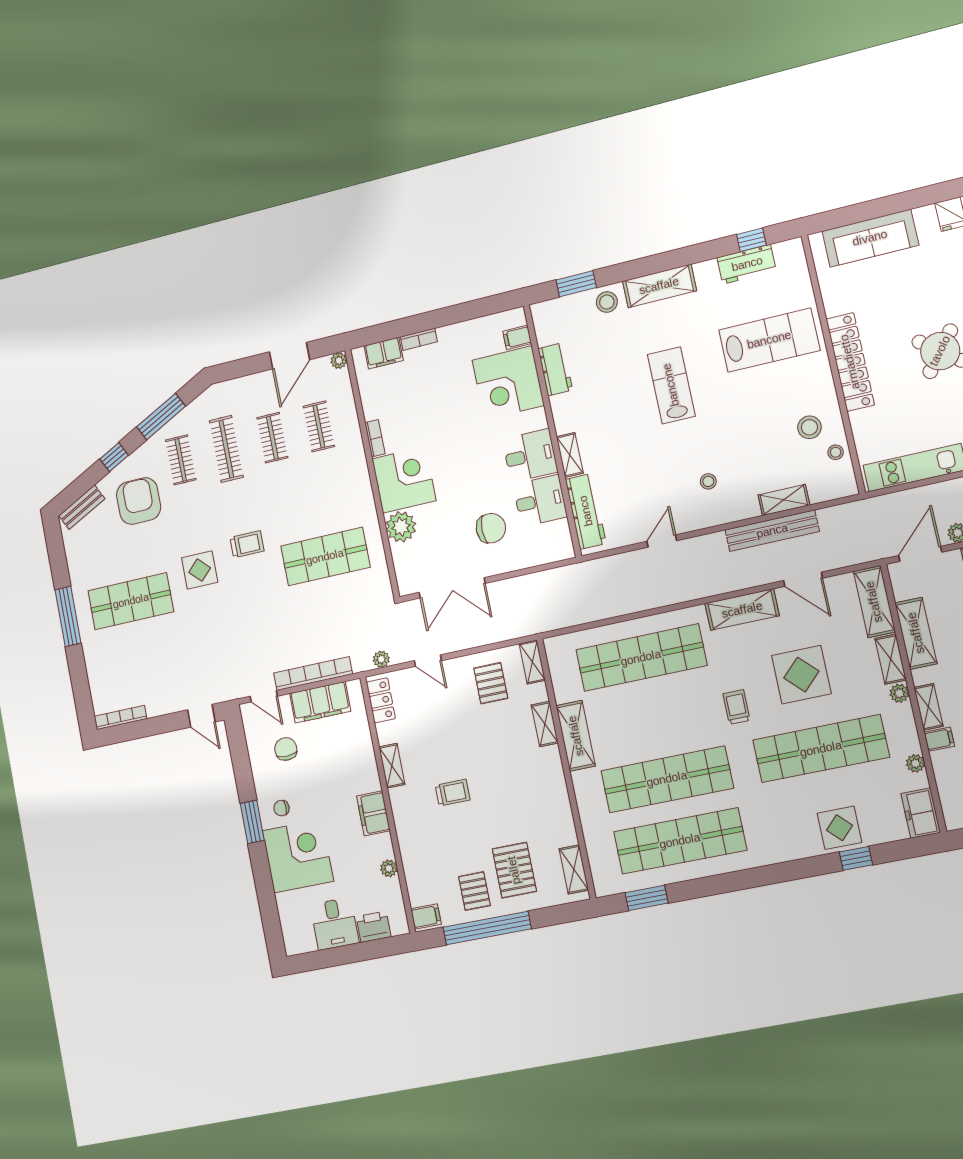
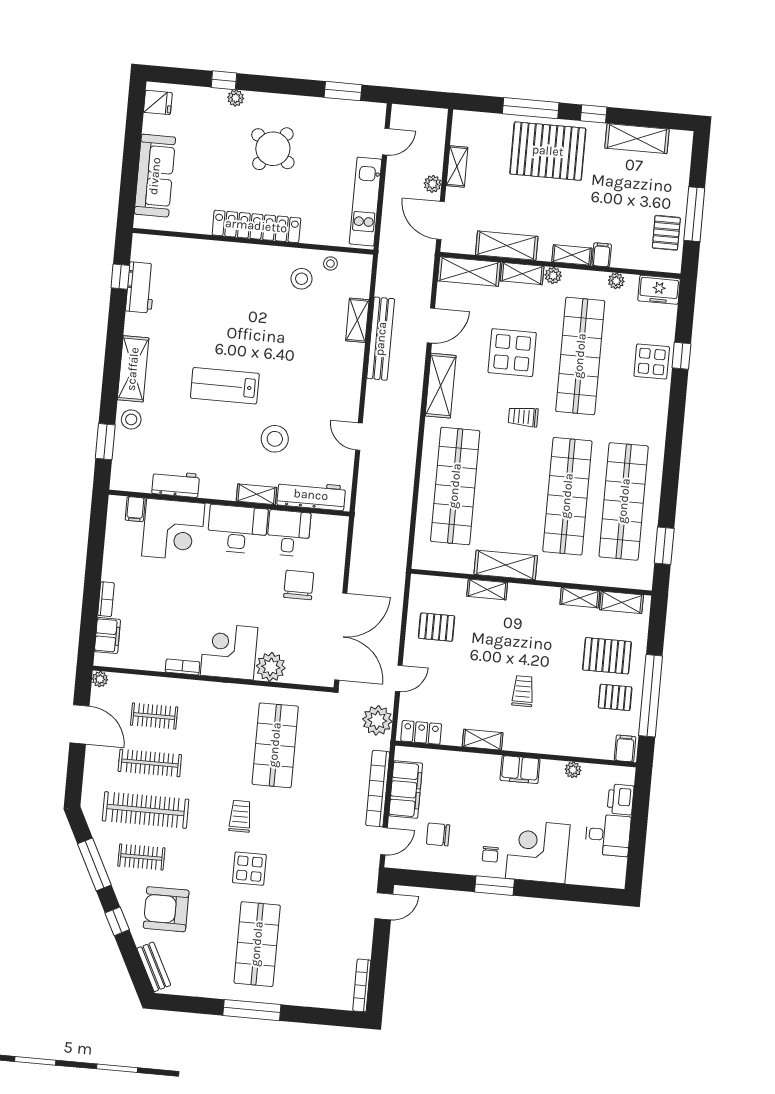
lab bench: (769, 340) -> (214, 289), removed
clothes rail: (272, 438) -> (150, 763), width x1.36
clothes rail: (226, 449) -> (146, 810), width x1.37, depth x1.31
desk: (530, 456) -> (237, 529), width x1.37
stool: (708, 481) -> (275, 439), moved, width x1.89, depth x1.89
double door: (452, 588) -> (341, 637), width x1.36
plant: (381, 659) -> (377, 720), width x1.88, depth x1.88
shelving: (532, 662) -> (580, 598), moved

